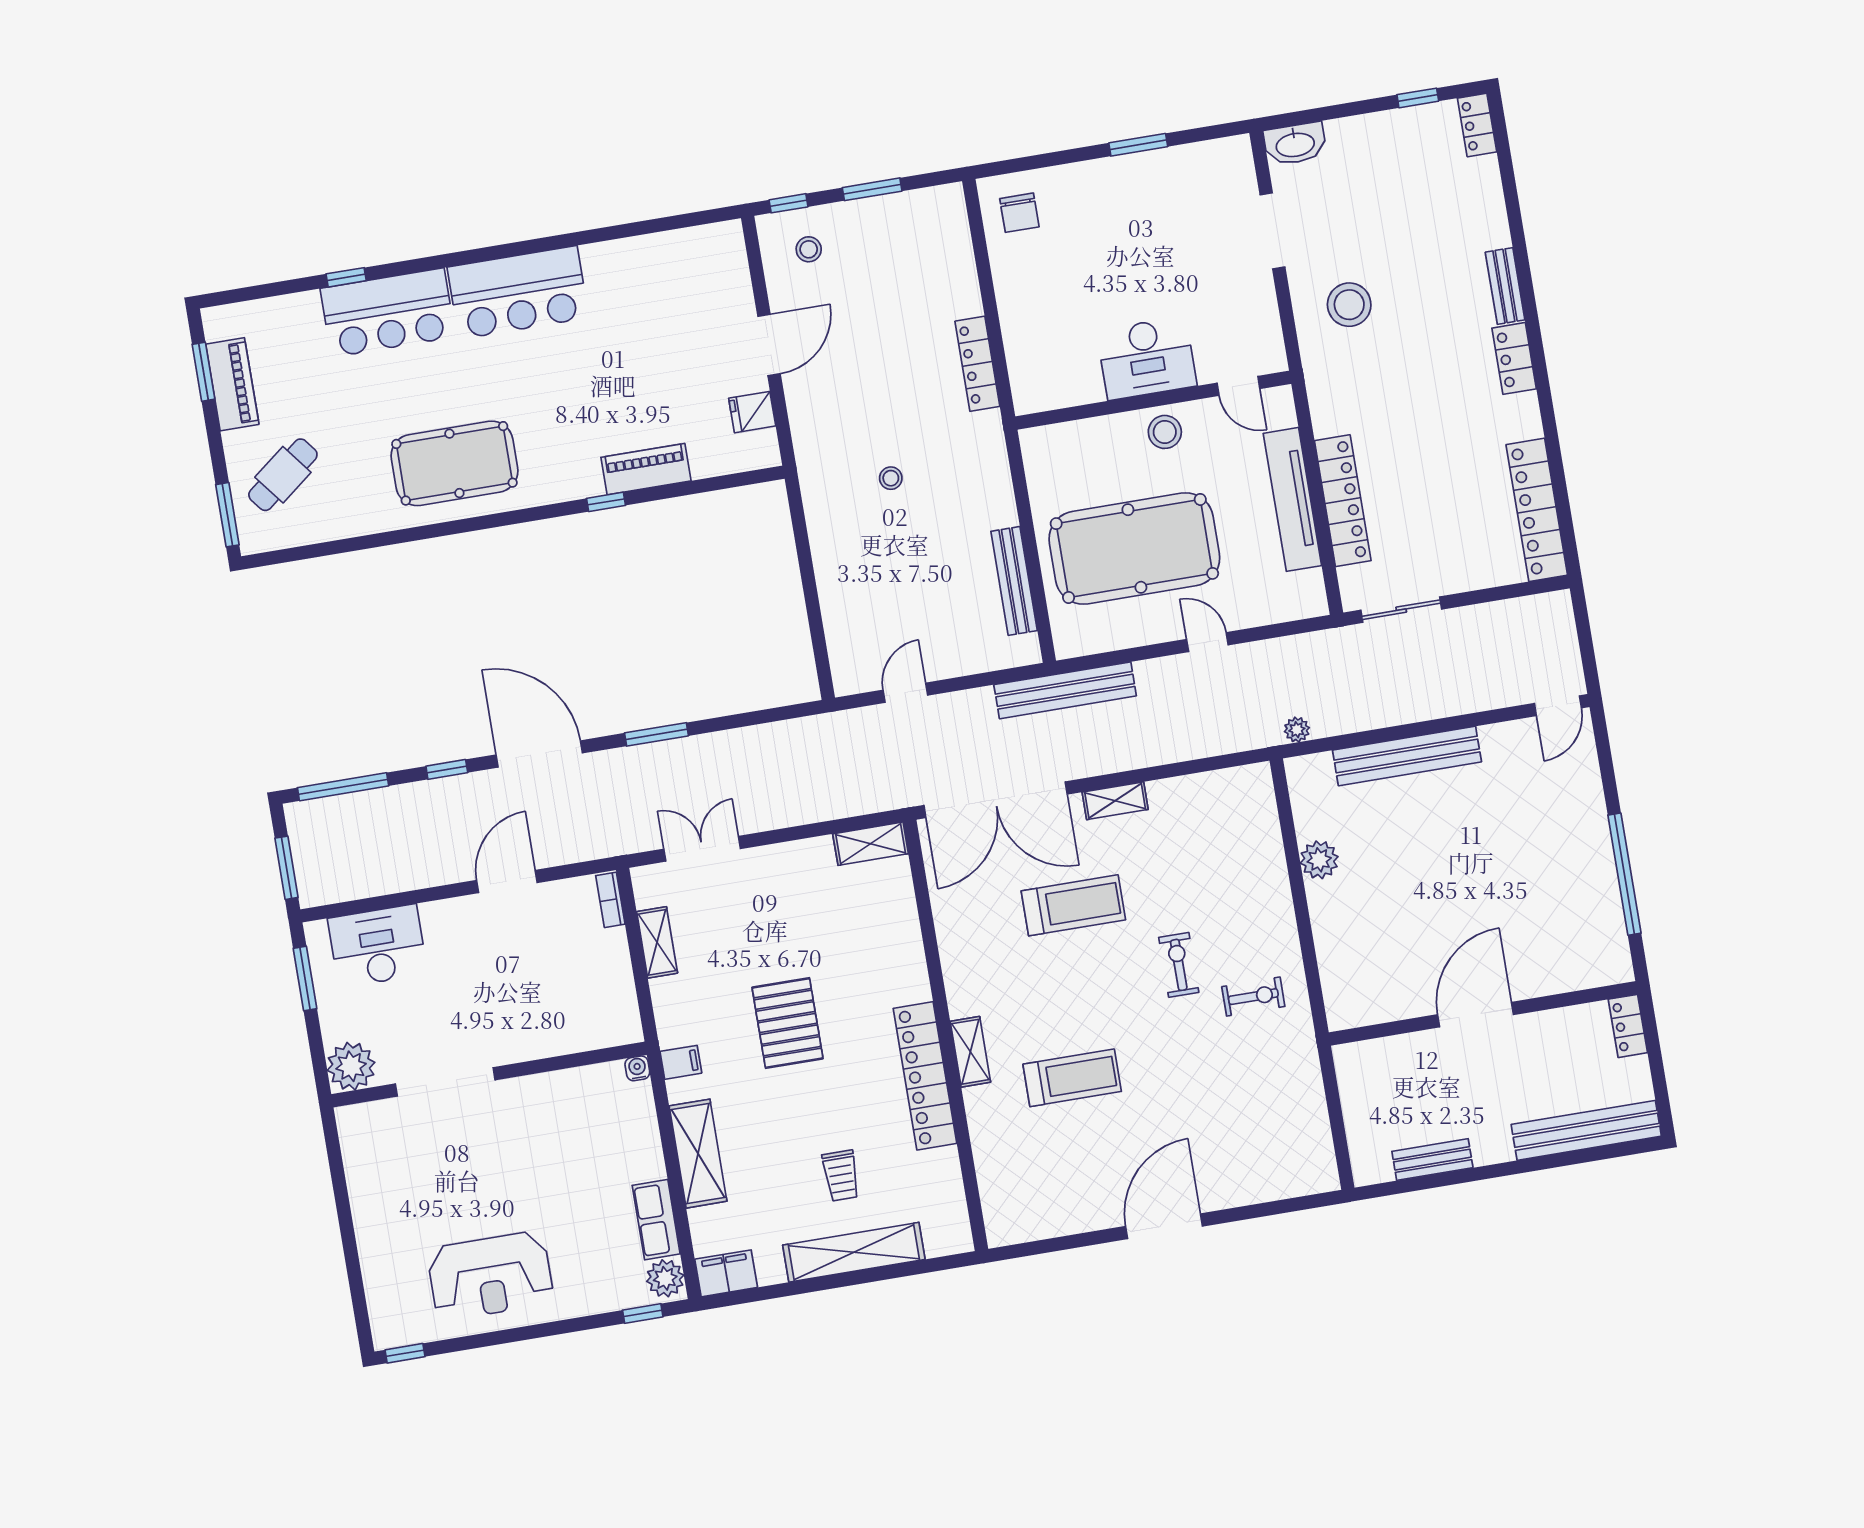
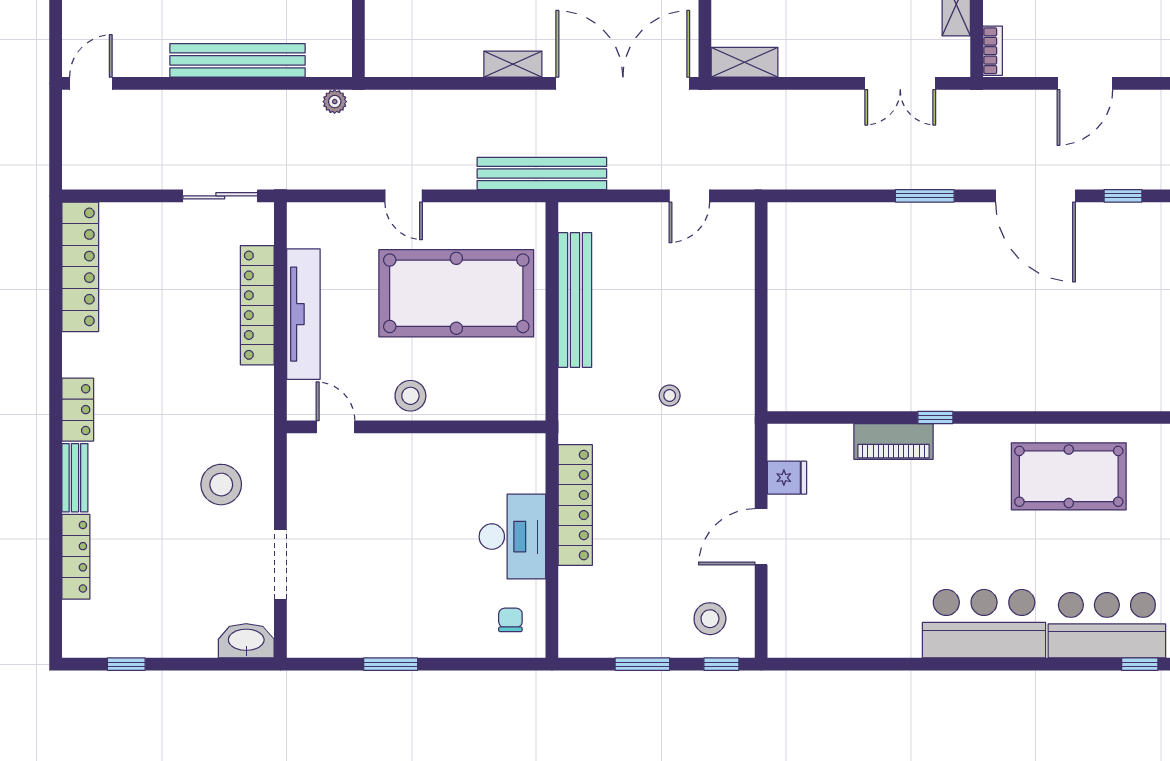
locker: (1477, 125) -> (76, 557), moved, width x1.53
chair: (1019, 213) -> (510, 620), width x0.73, depth x0.73
stool: (809, 249) -> (710, 619), width x1.37, depth x1.37
desk: (1147, 358) -> (512, 537), moved, turned 90
locker: (977, 364) -> (575, 505), width x1.41, depth x1.21
bench: (1014, 581) -> (575, 300), width x1.37, depth x1.21

